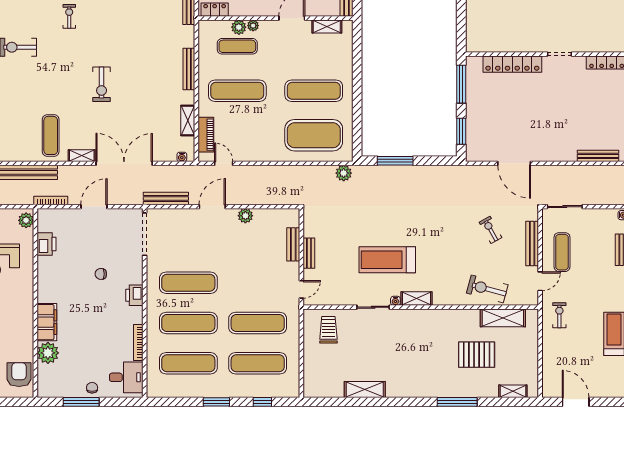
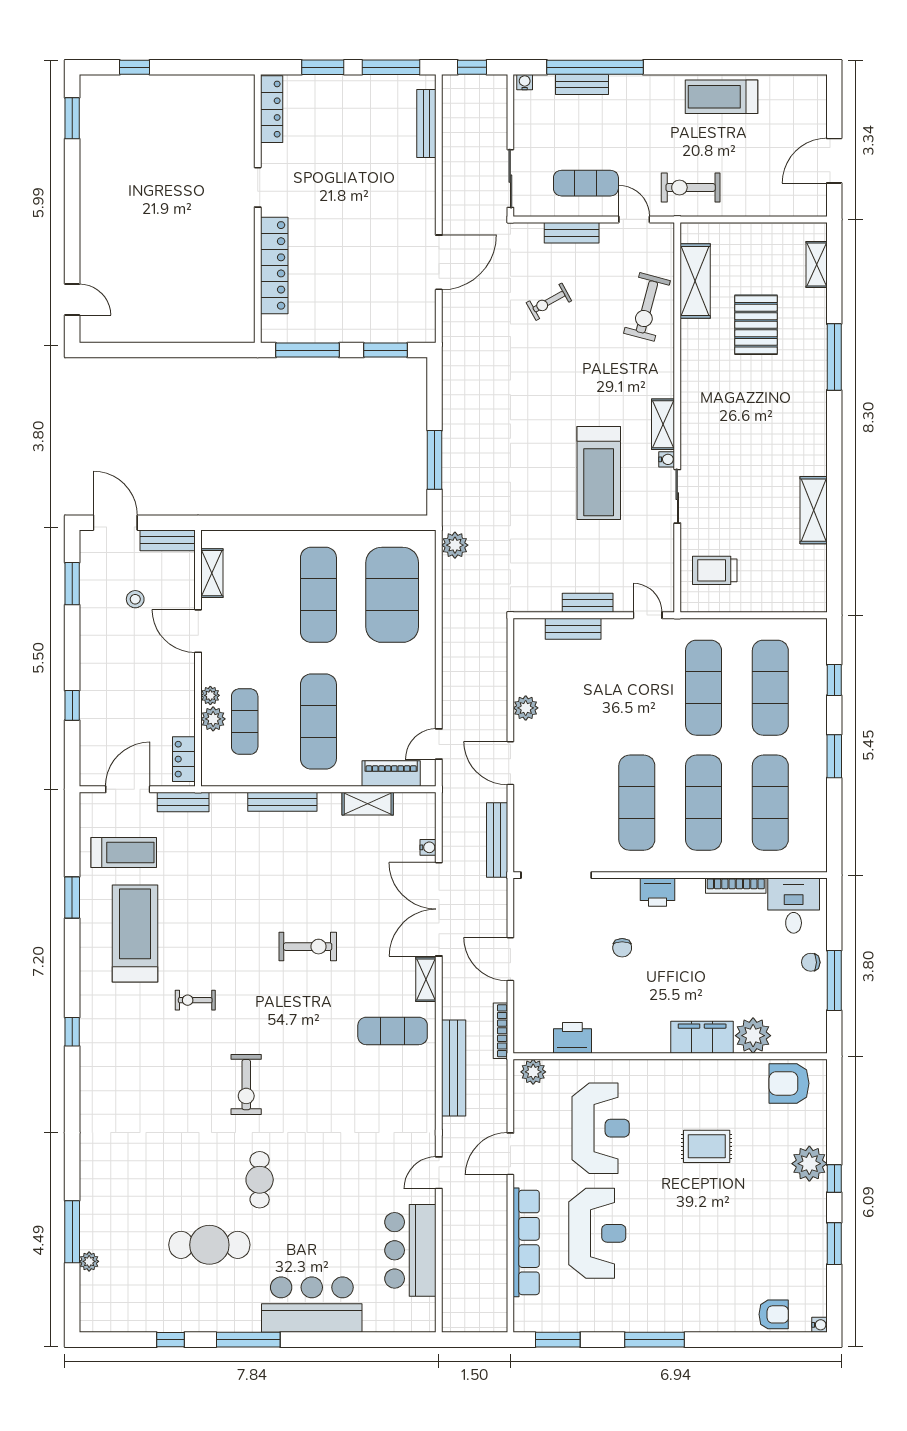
water cooler: (182, 157) -> (428, 847), moved
bench: (532, 243) -> (572, 233), width x0.73
exercise bike: (559, 315) -> (691, 187), width x1.38, depth x1.39

